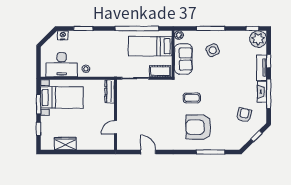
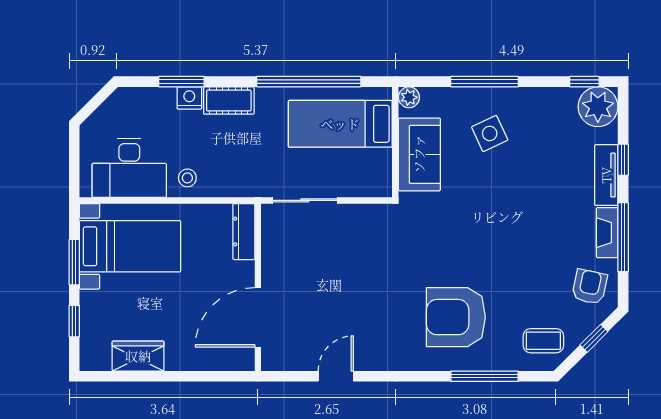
nightstand: (63, 35) -> (189, 98), moved
cot: (160, 71) -> (229, 100), moved
coffee table: (192, 98) -> (543, 341), moved
armchair: (244, 115) -> (590, 287), moved
door: (116, 127) -> (258, 317), width x1.88
door: (148, 152) -> (336, 376), hinge flipped

